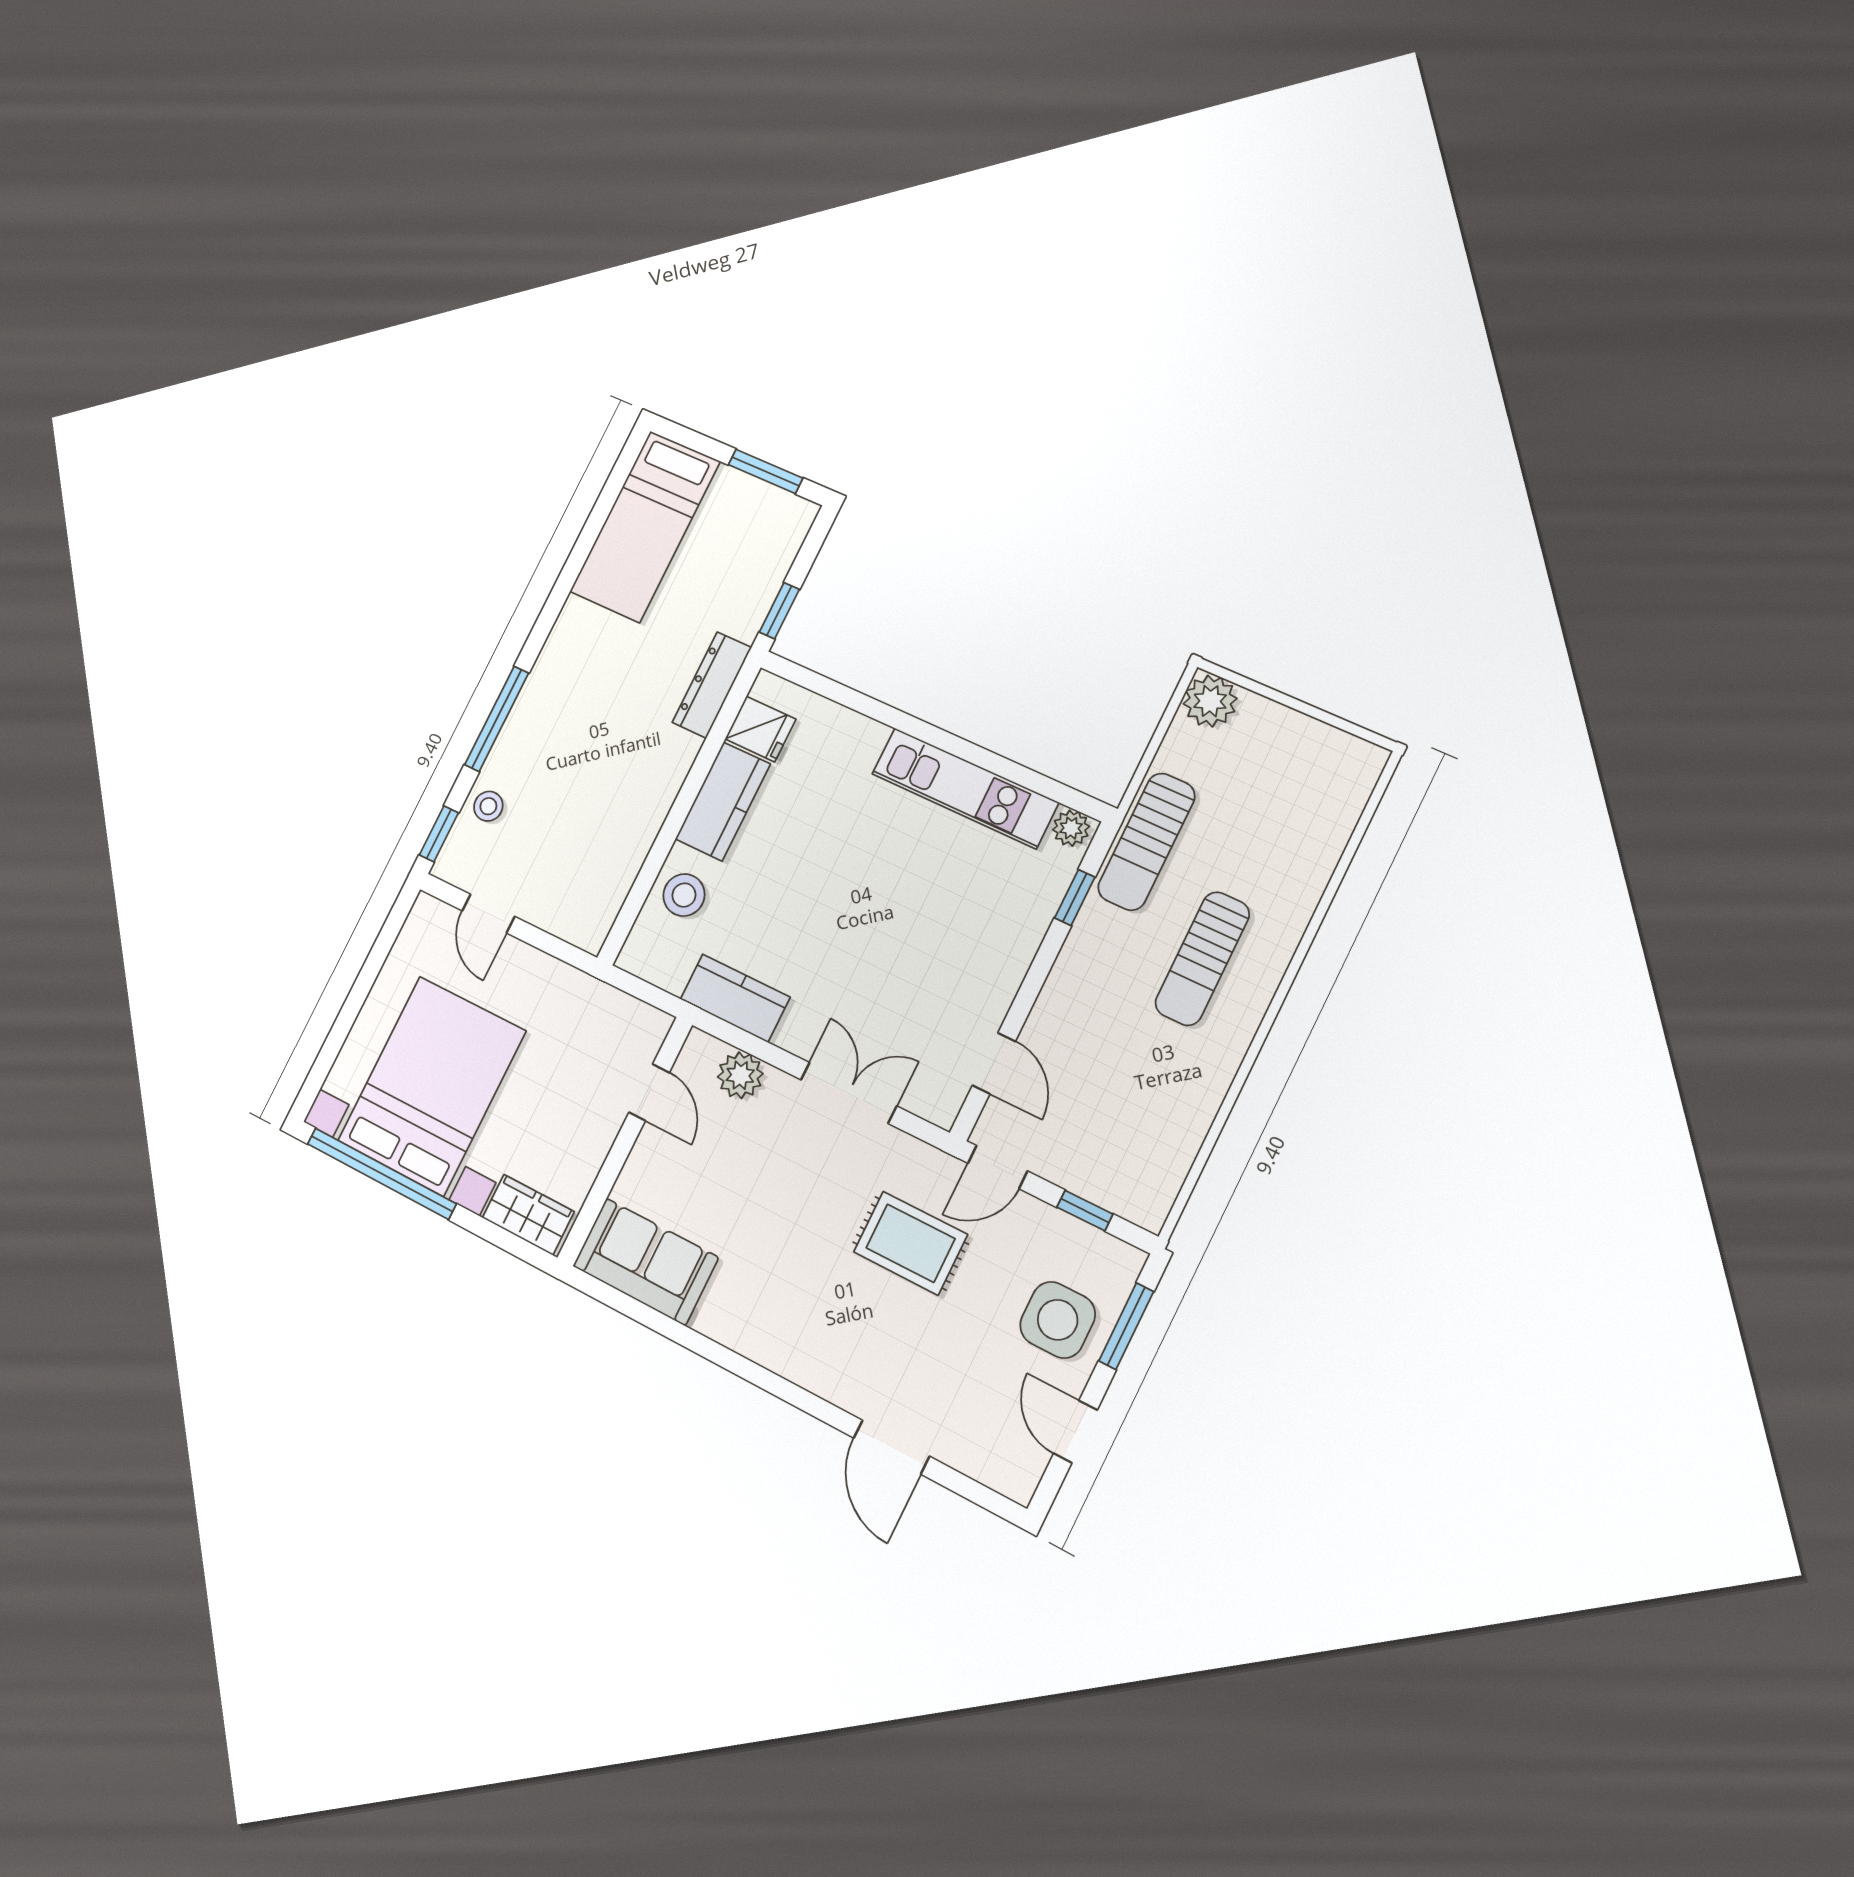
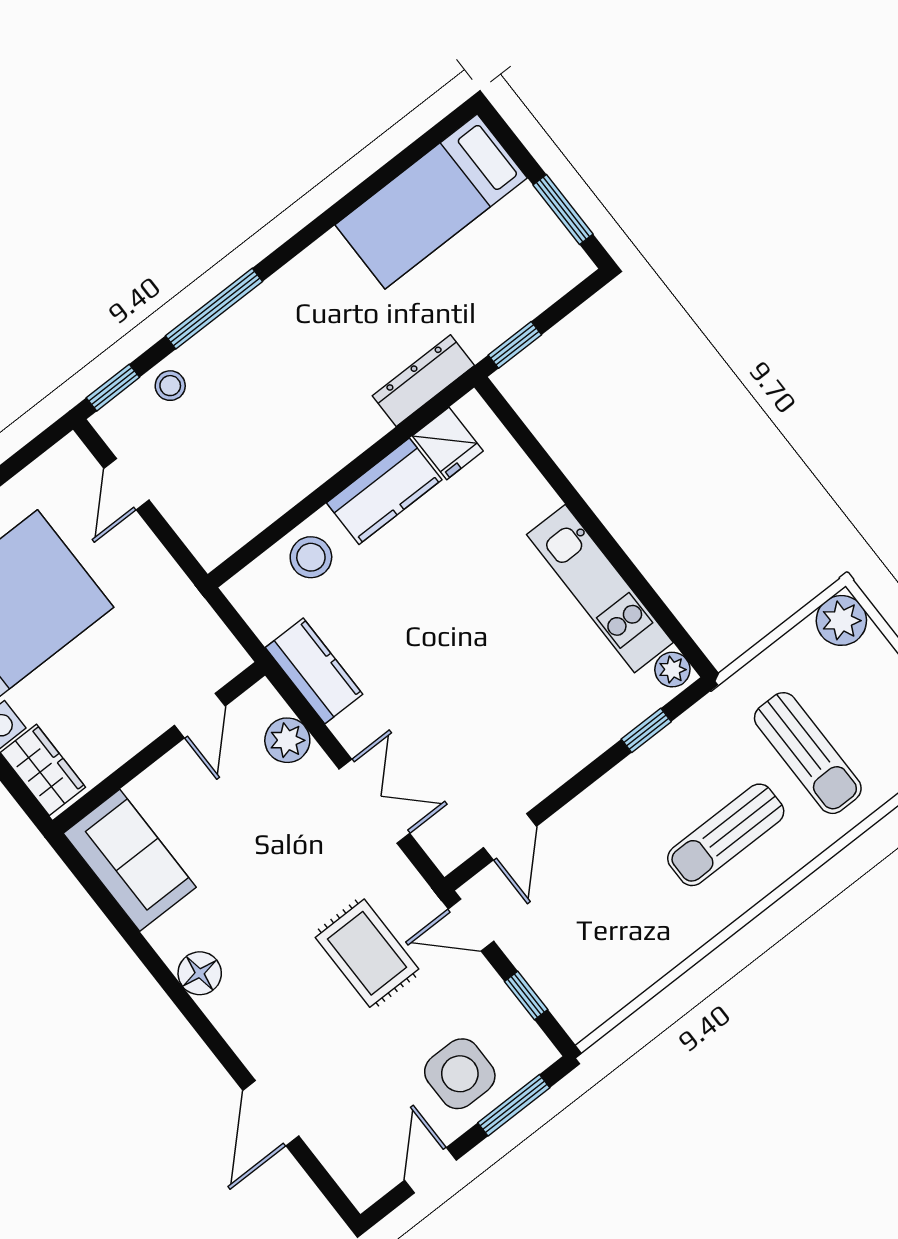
sun lounger: (1146, 842) -> (808, 753), moved, turned -90
floor lamp: (760, 1340) -> (200, 973), added

